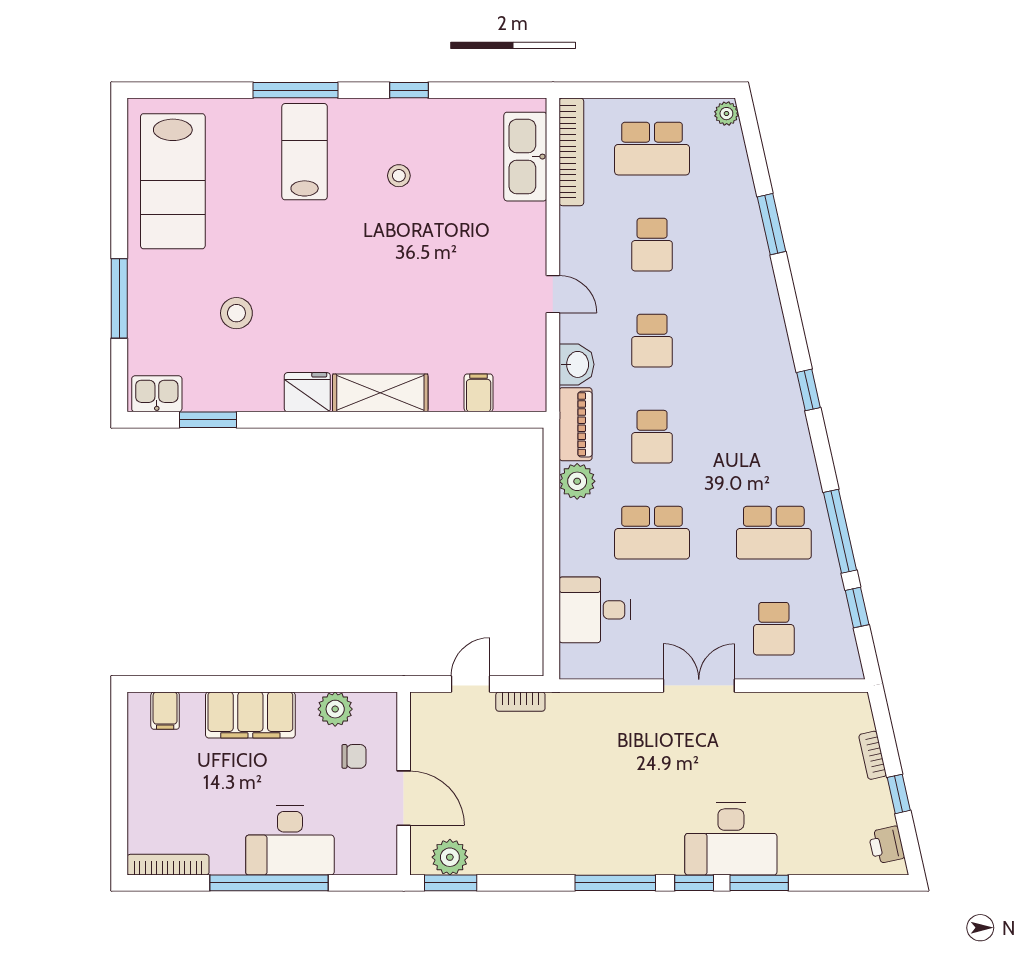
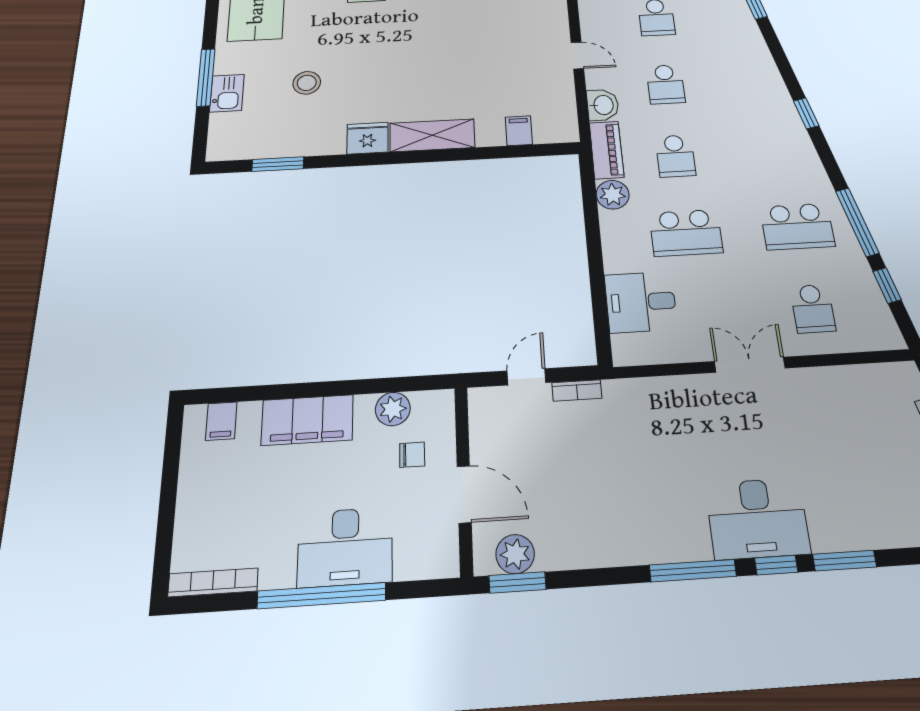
kitchen sink: (157, 394) -> (227, 93), moved, turned 90
desk: (731, 839) -> (757, 518), moved

